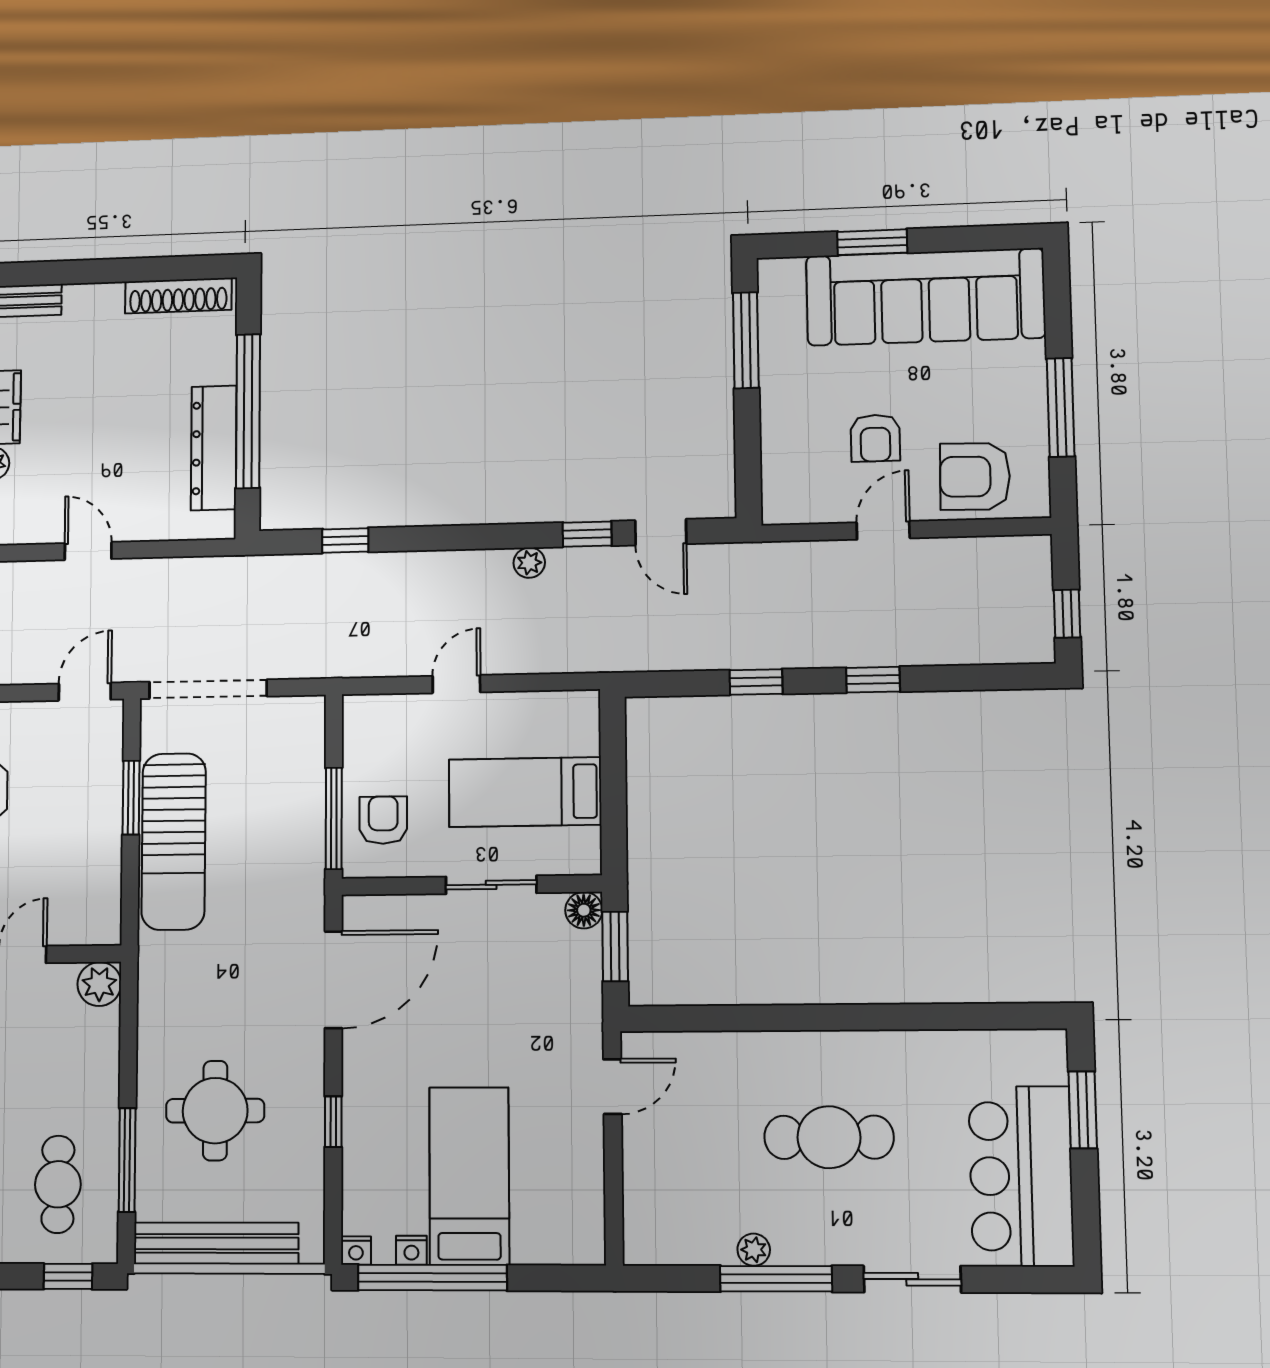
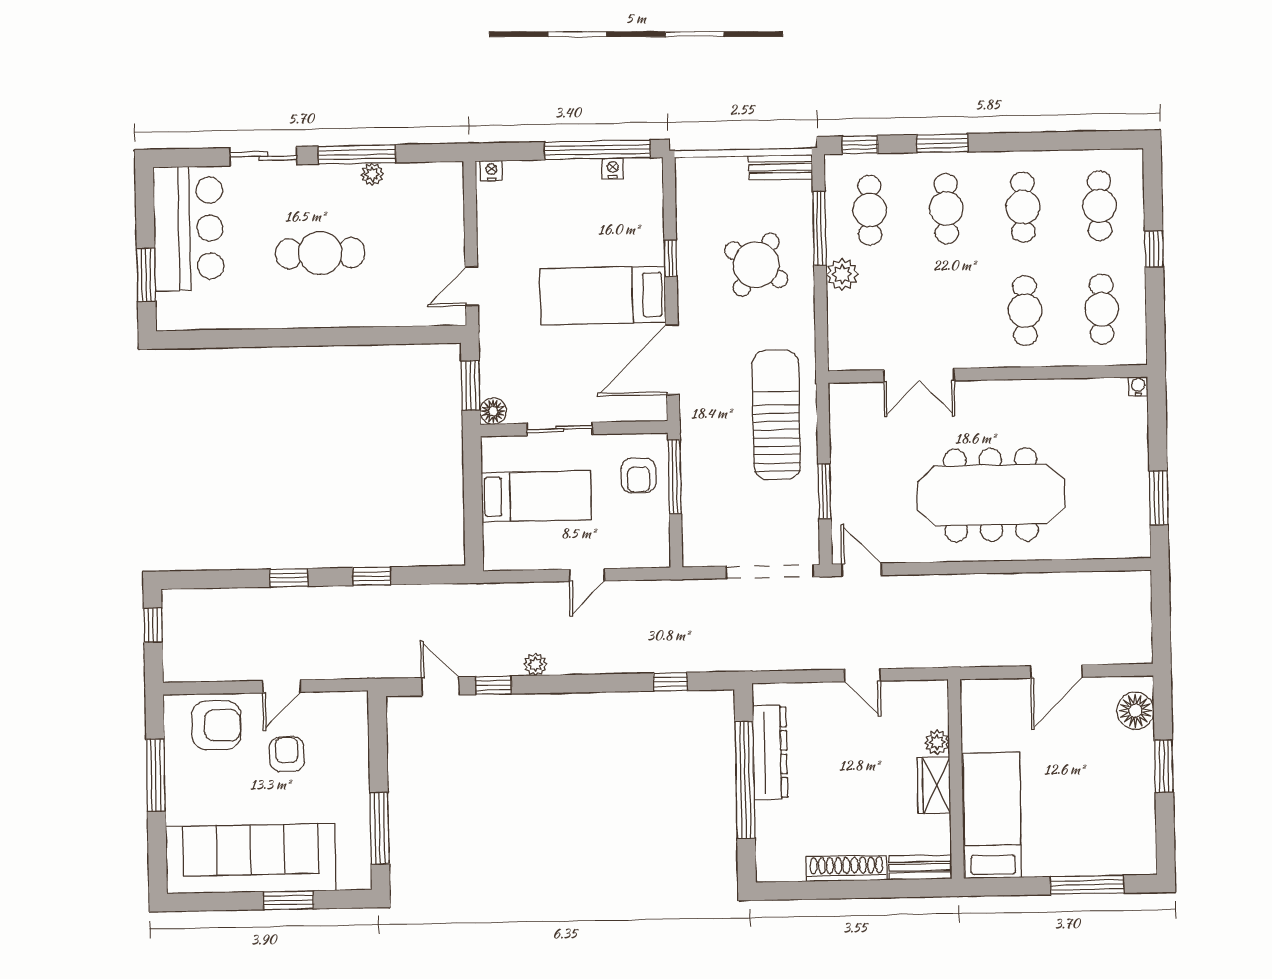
shoe rack: (178, 296) -> (846, 868), moved
door: (85, 692) -> (861, 570), swing flipped
sun lounger: (174, 841) -> (776, 415), moved
plant: (99, 984) -> (842, 274), moved
round table: (215, 1111) -> (756, 265), turned 33
bed: (469, 1176) -> (603, 296), moved, turned 90
bench: (216, 1243) -> (780, 167), width x0.54, depth x0.82
nightstand: (356, 1251) -> (491, 171), moved

